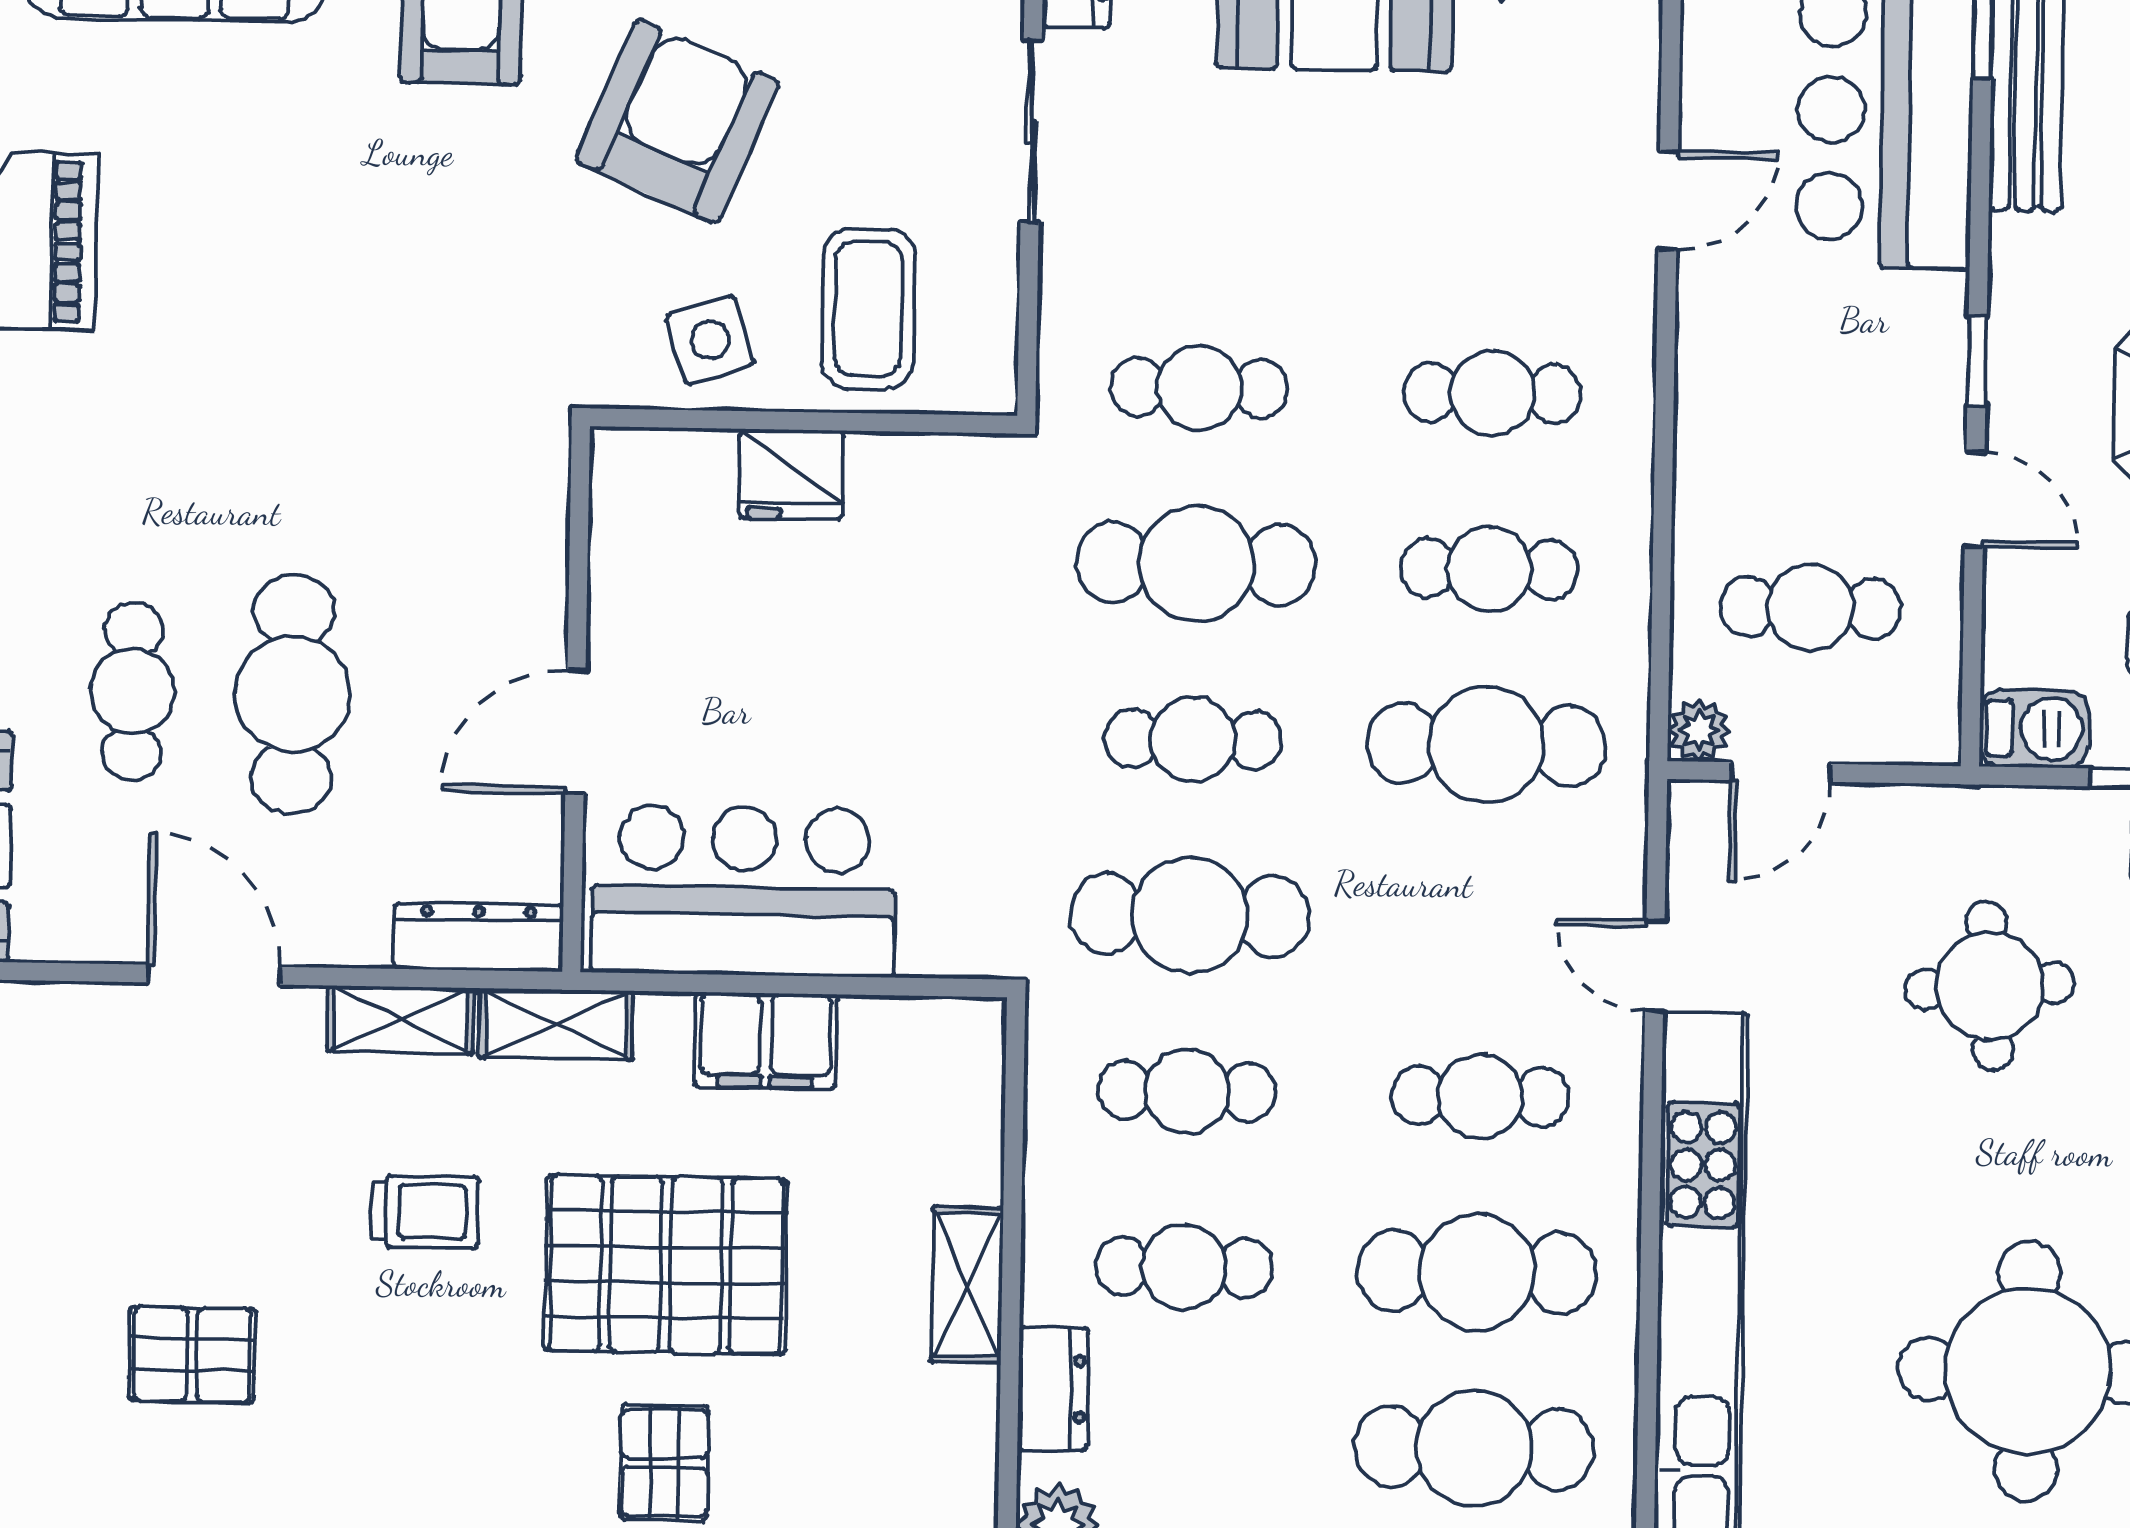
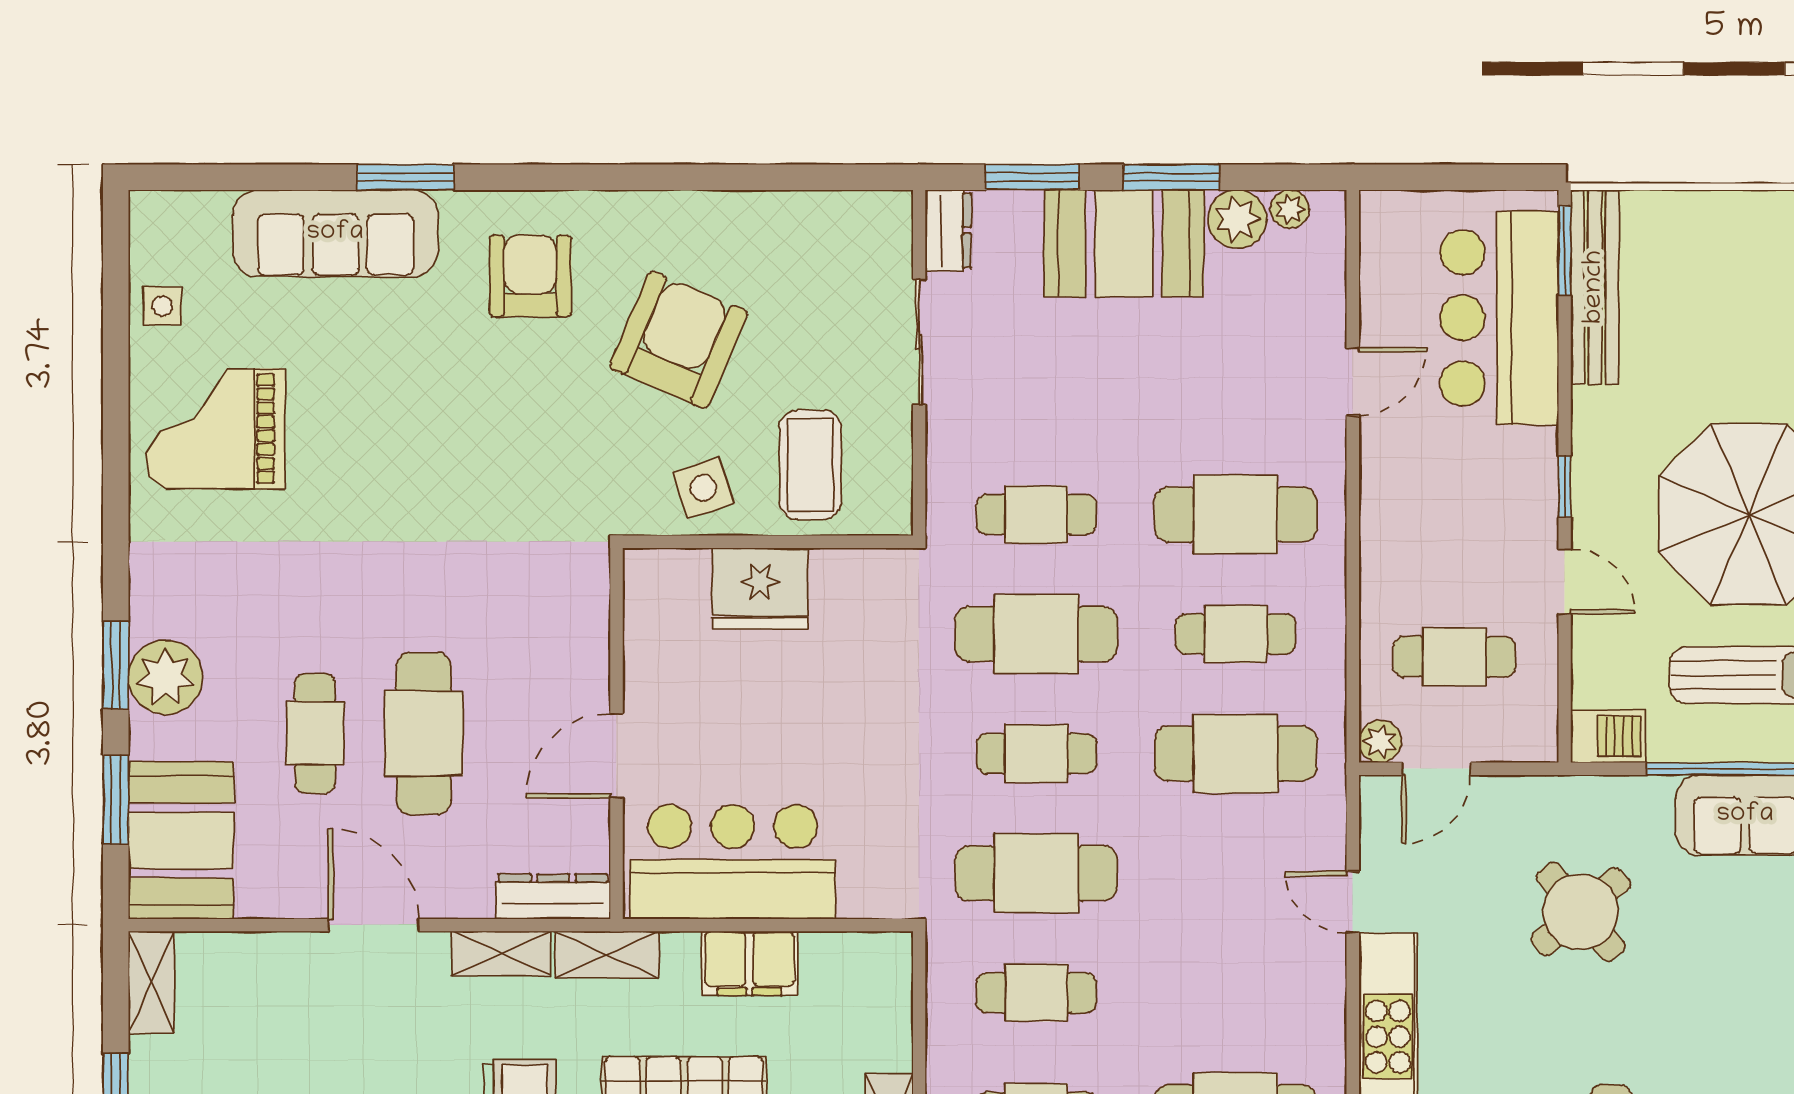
cafe table: (1492, 393) -> (1236, 514), width x1.37, depth x1.35
fridge: (791, 474) -> (760, 588), width x1.36, depth x1.34
round table: (1990, 986) -> (1581, 912), turned -36
cafe table: (1480, 1096) -> (1236, 993), removed

